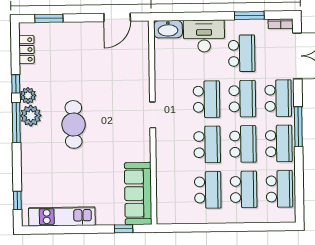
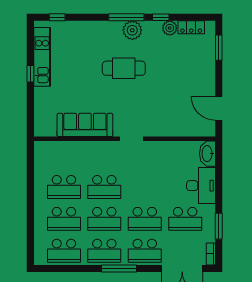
plant: (28, 95) -> (170, 28), moved
school desk: (206, 99) -> (145, 187), removed
sofa: (138, 194) -> (85, 125), moved
window: (124, 229) -> (30, 74), moved

